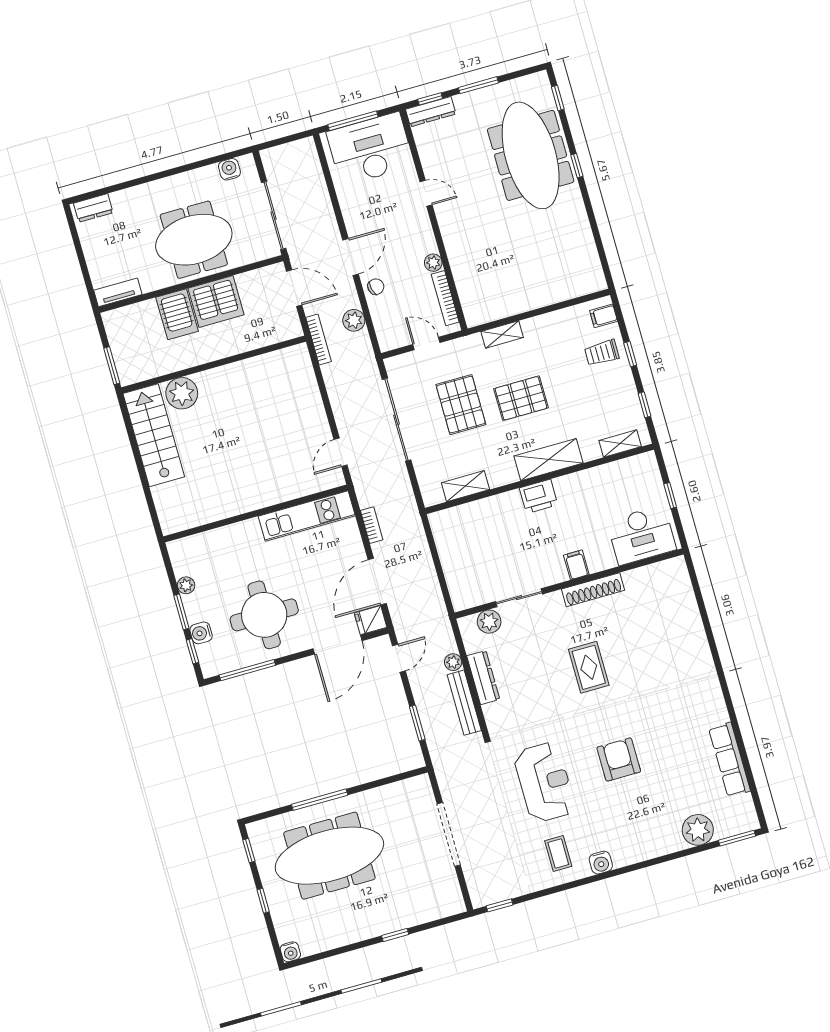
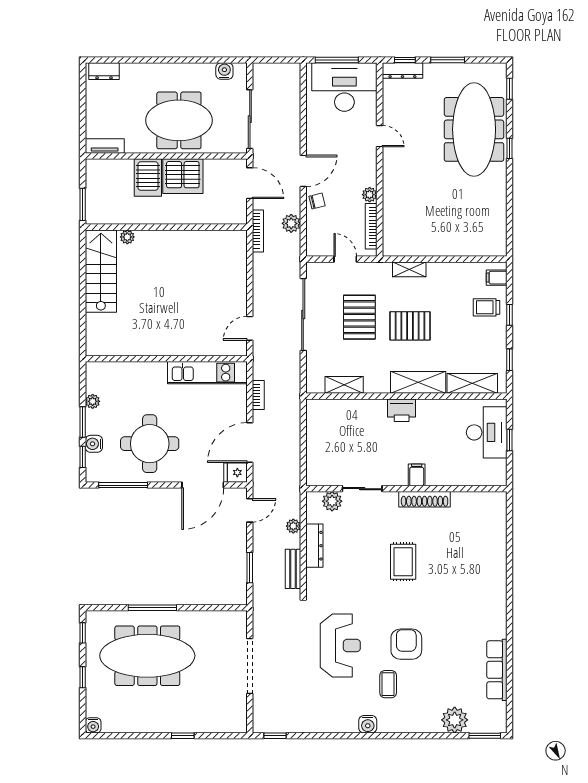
plant: (182, 393) -> (127, 237), width x0.53, depth x0.53
shelving: (620, 444) -> (472, 383), width x1.50, depth x1.33
desk: (641, 535) -> (487, 432), moved, turned -90
bench: (464, 703) -> (293, 569), width x0.73
coffee table: (558, 854) -> (388, 684), moved

